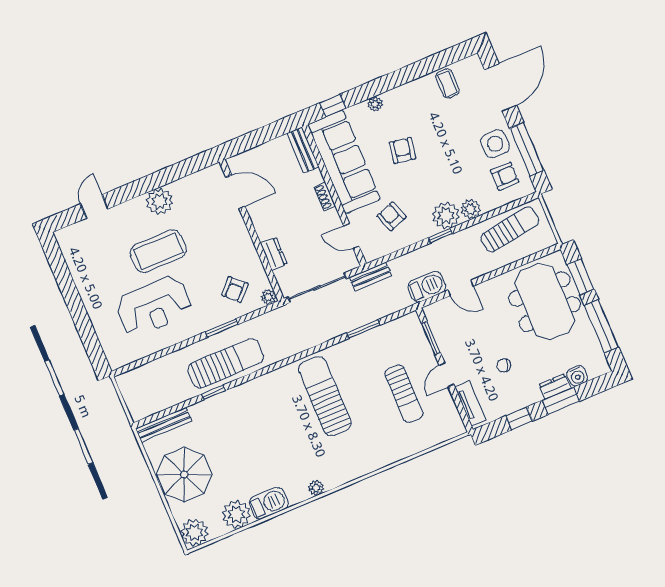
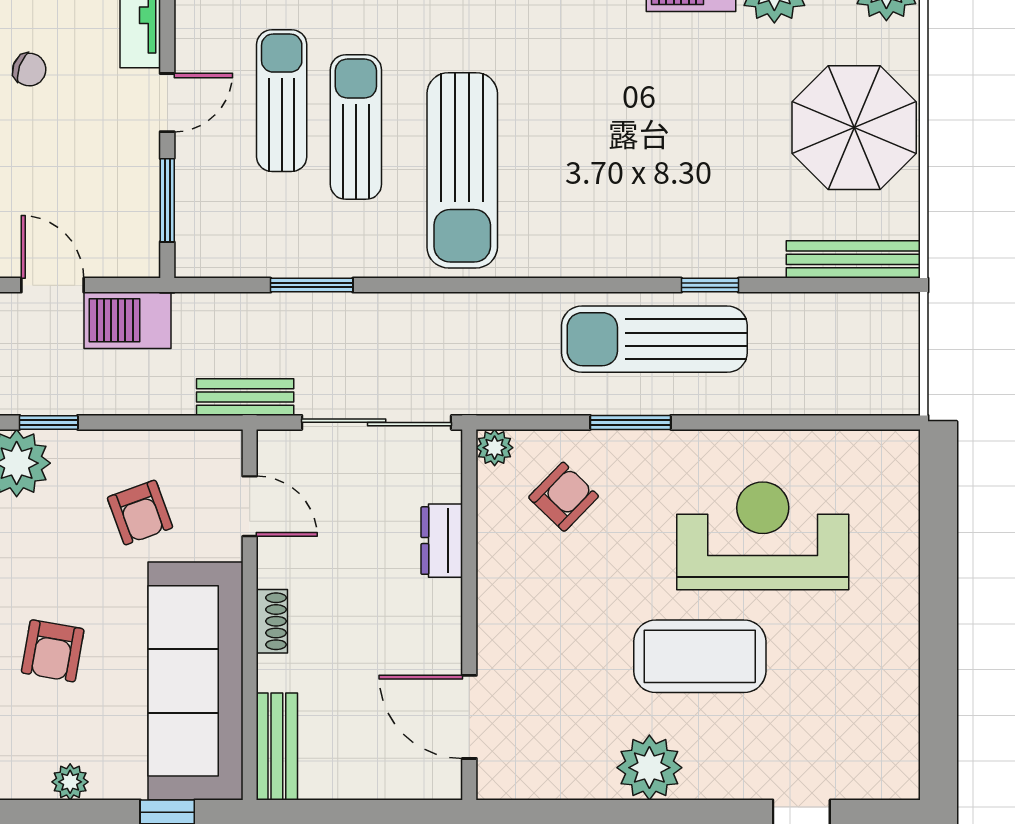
sun lounger: (372, 396) -> (356, 127), added

